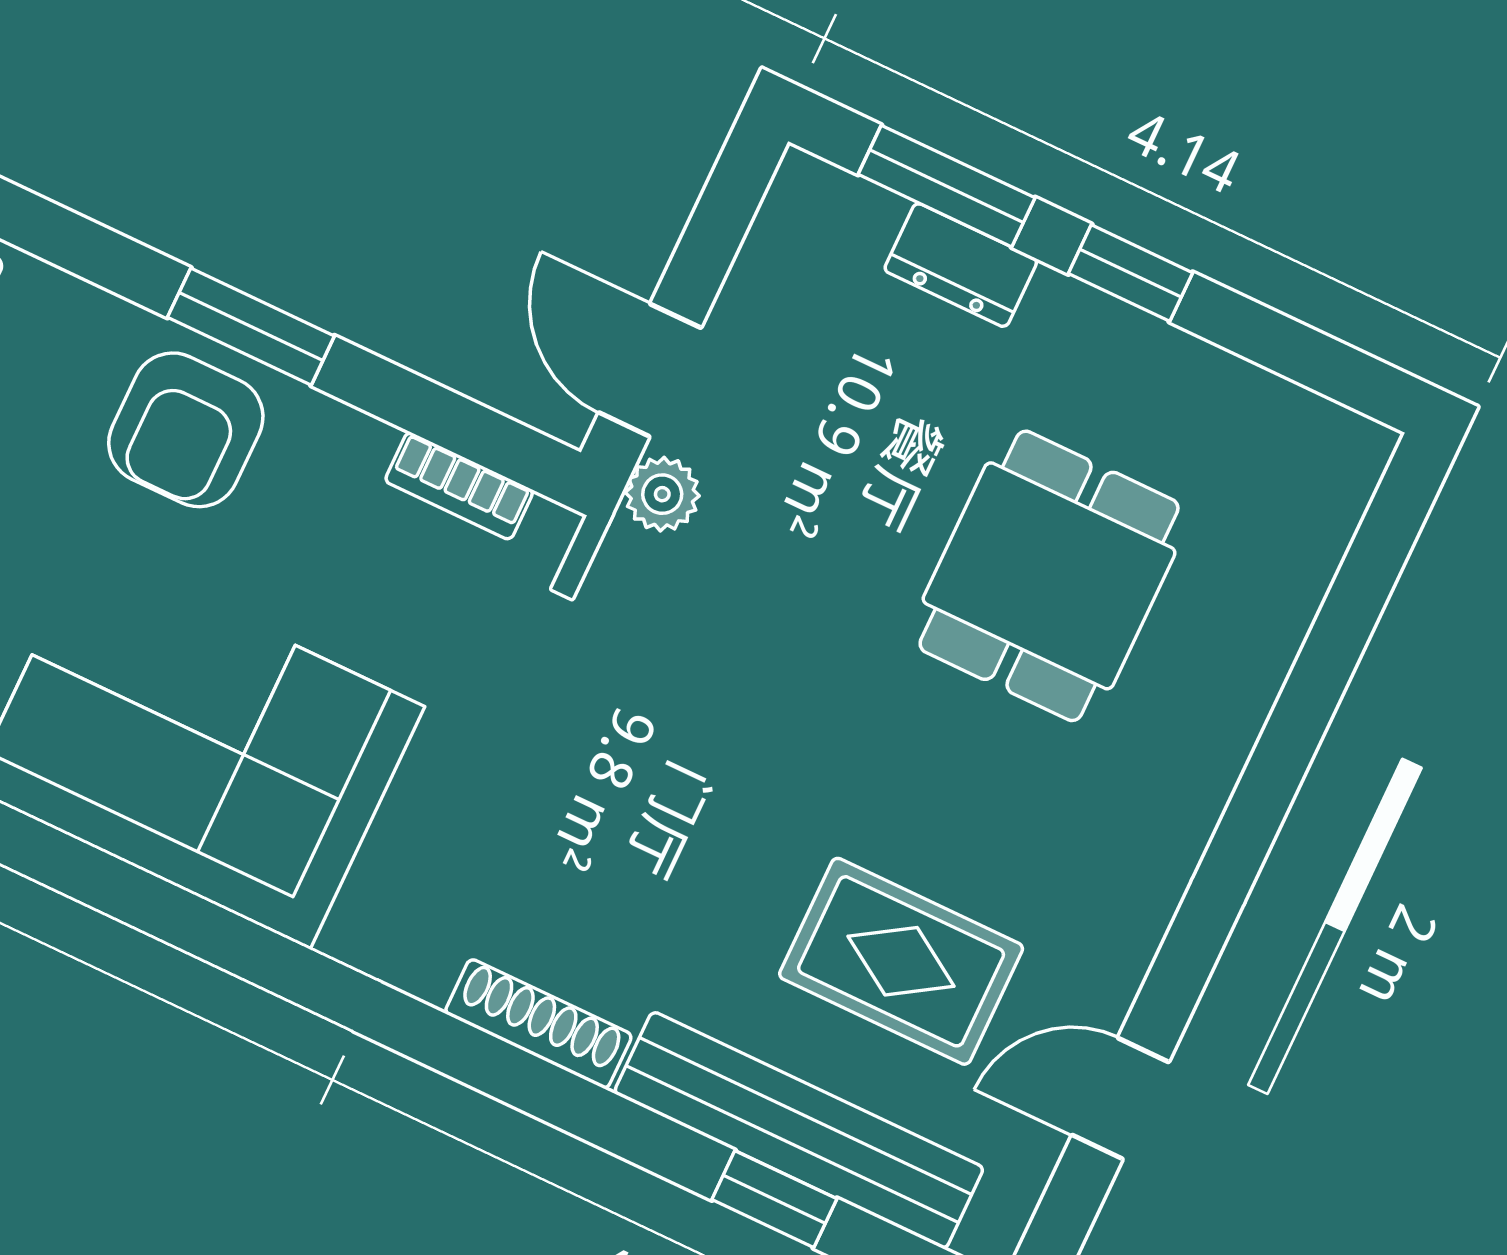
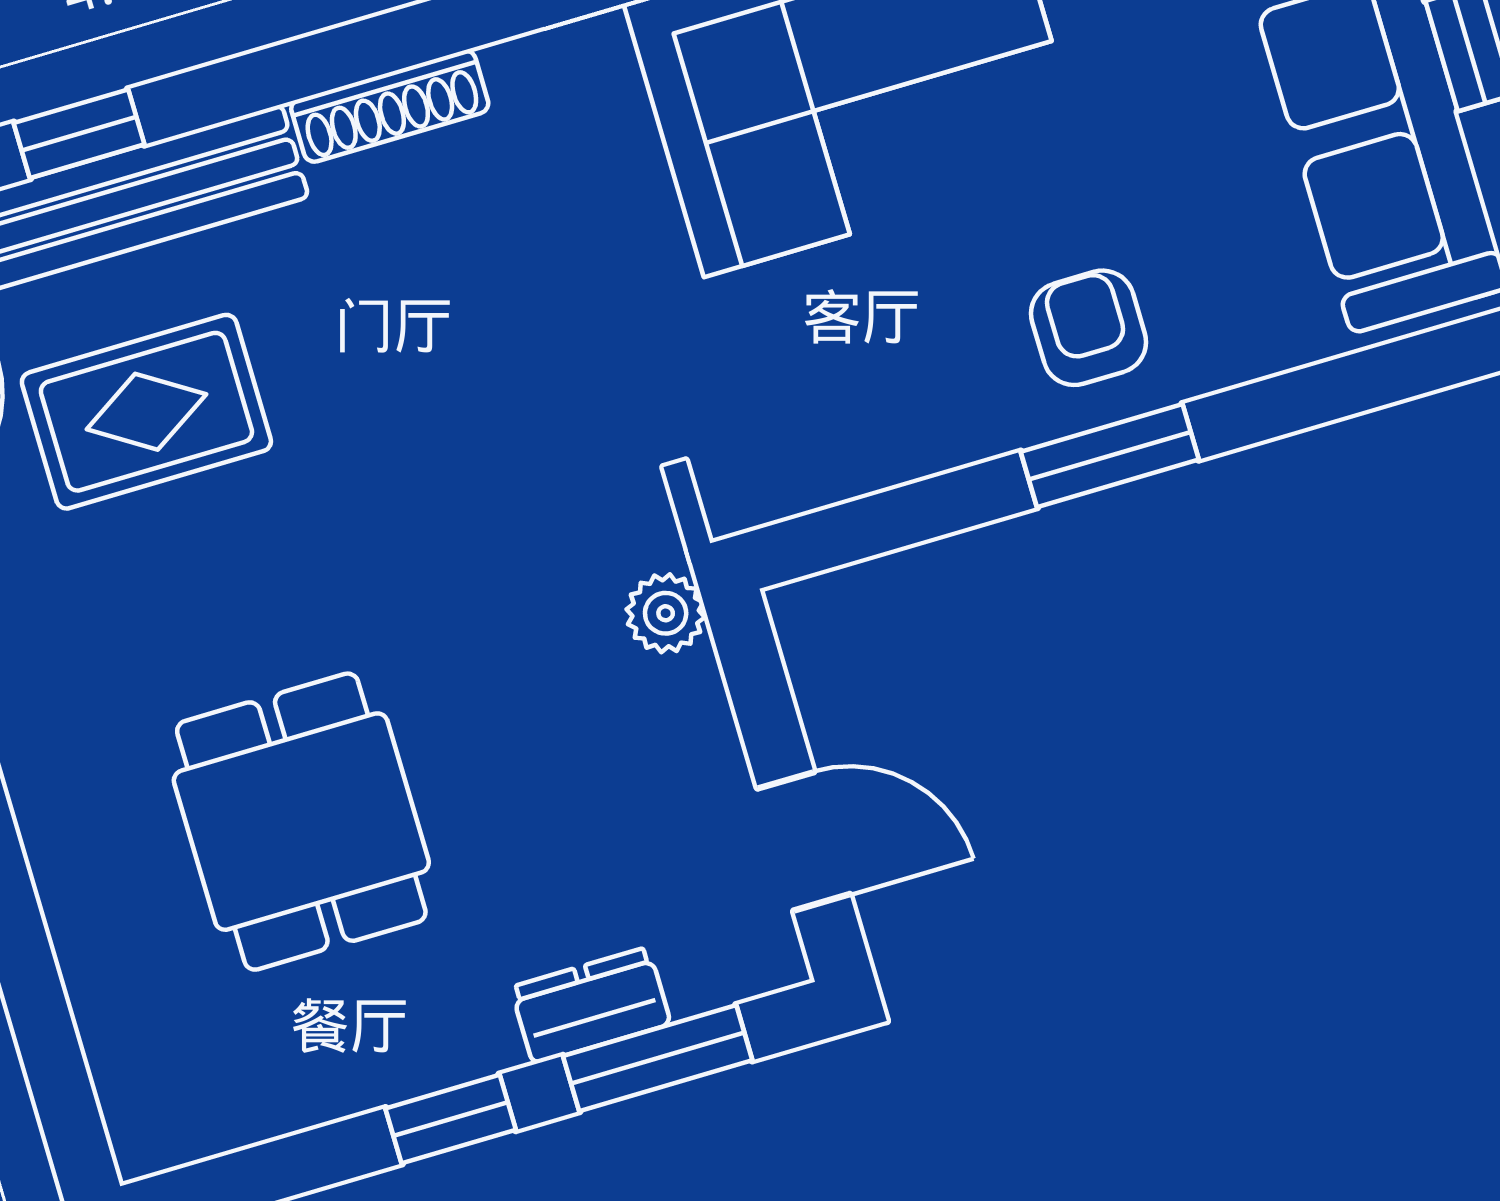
door: (650, 370) -> (804, 841), moved
armchair: (186, 430) -> (1089, 328), width x0.72, depth x0.72
bookcase: (459, 486) -> (832, 476), removed

